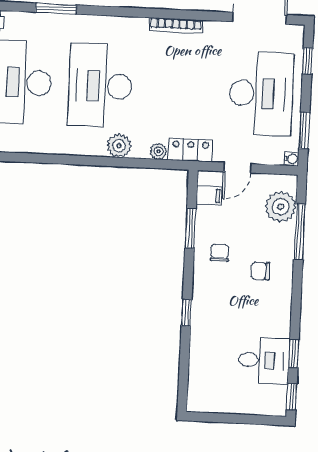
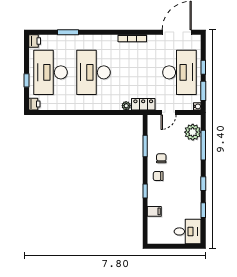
window: (308, 61) -> (203, 67), moved
plant: (119, 146) -> (105, 104), removed
filing cabinet: (209, 196) -> (154, 211), moved
chair: (260, 271) -> (158, 176), moved
desk: (264, 360) -> (188, 231), moved
window: (292, 397) -> (203, 184), moved

